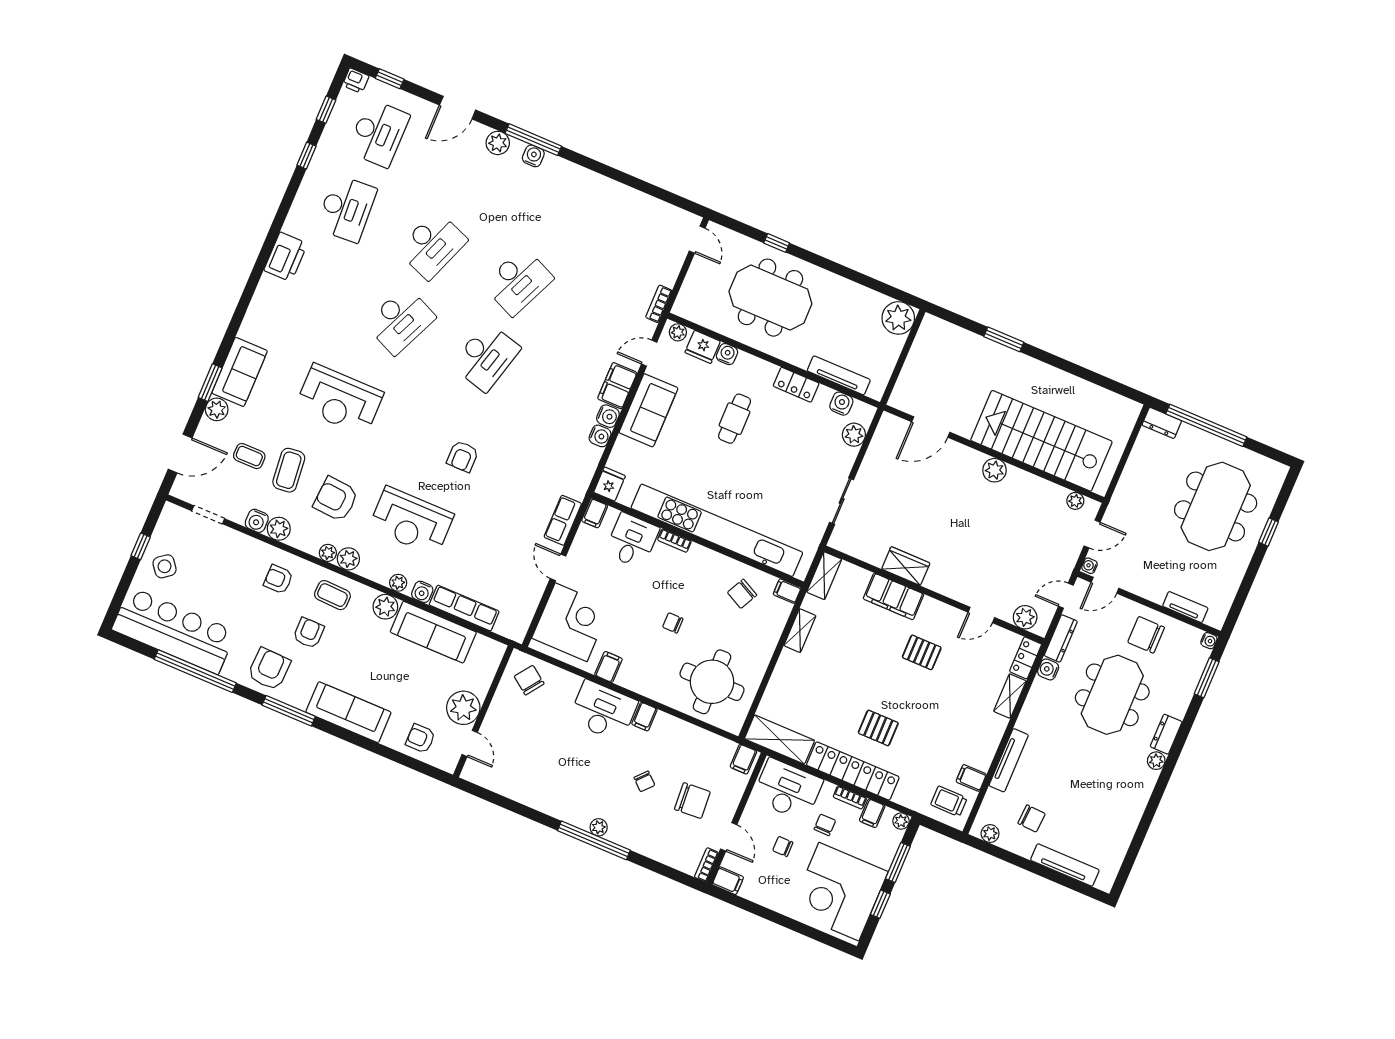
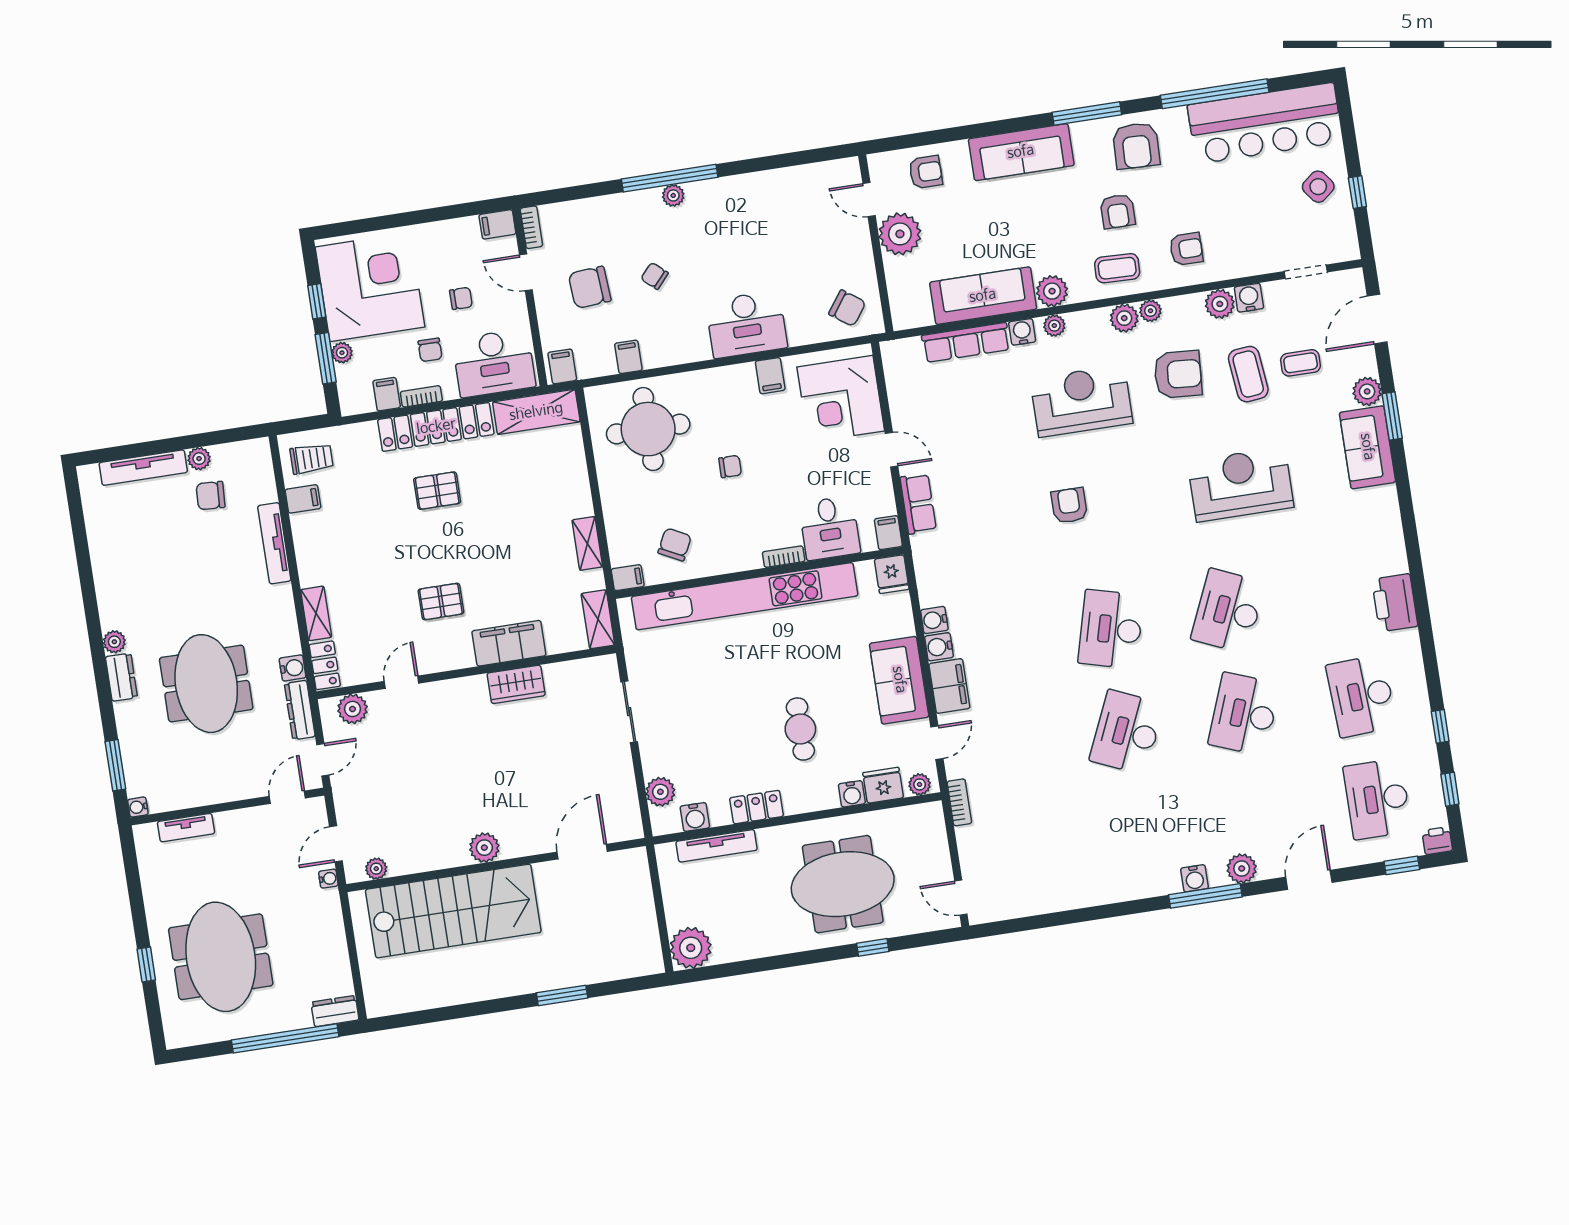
water cooler: (1090, 566) -> (328, 879), moved
chair: (1146, 635) -> (210, 771), removed
filing cabinet: (644, 717) -> (628, 357), moved
plant: (901, 821) -> (342, 353), moved
plant: (990, 834) -> (199, 459), moved

